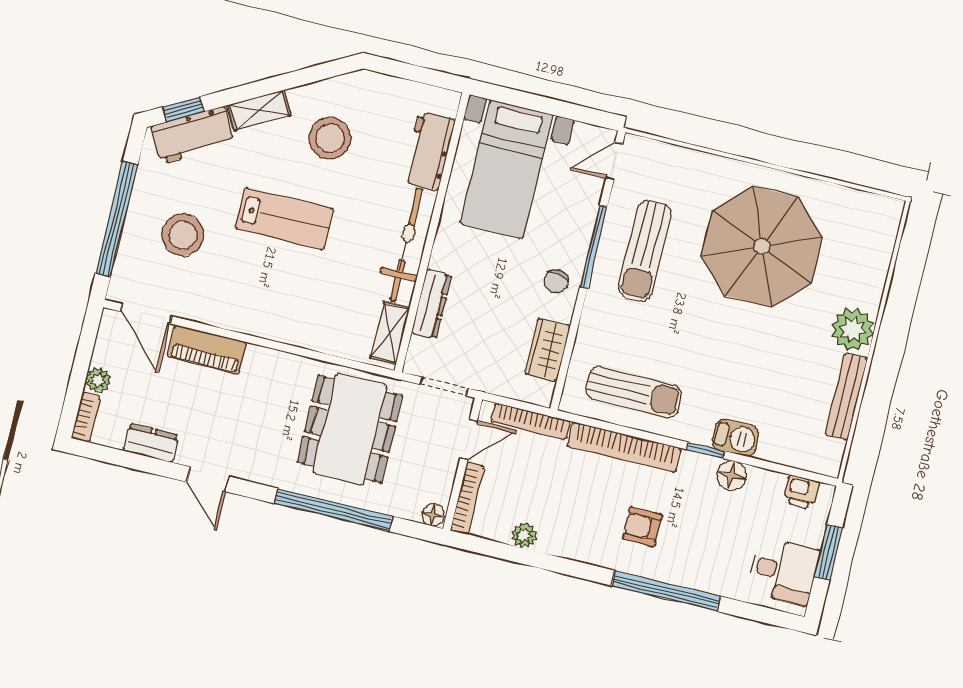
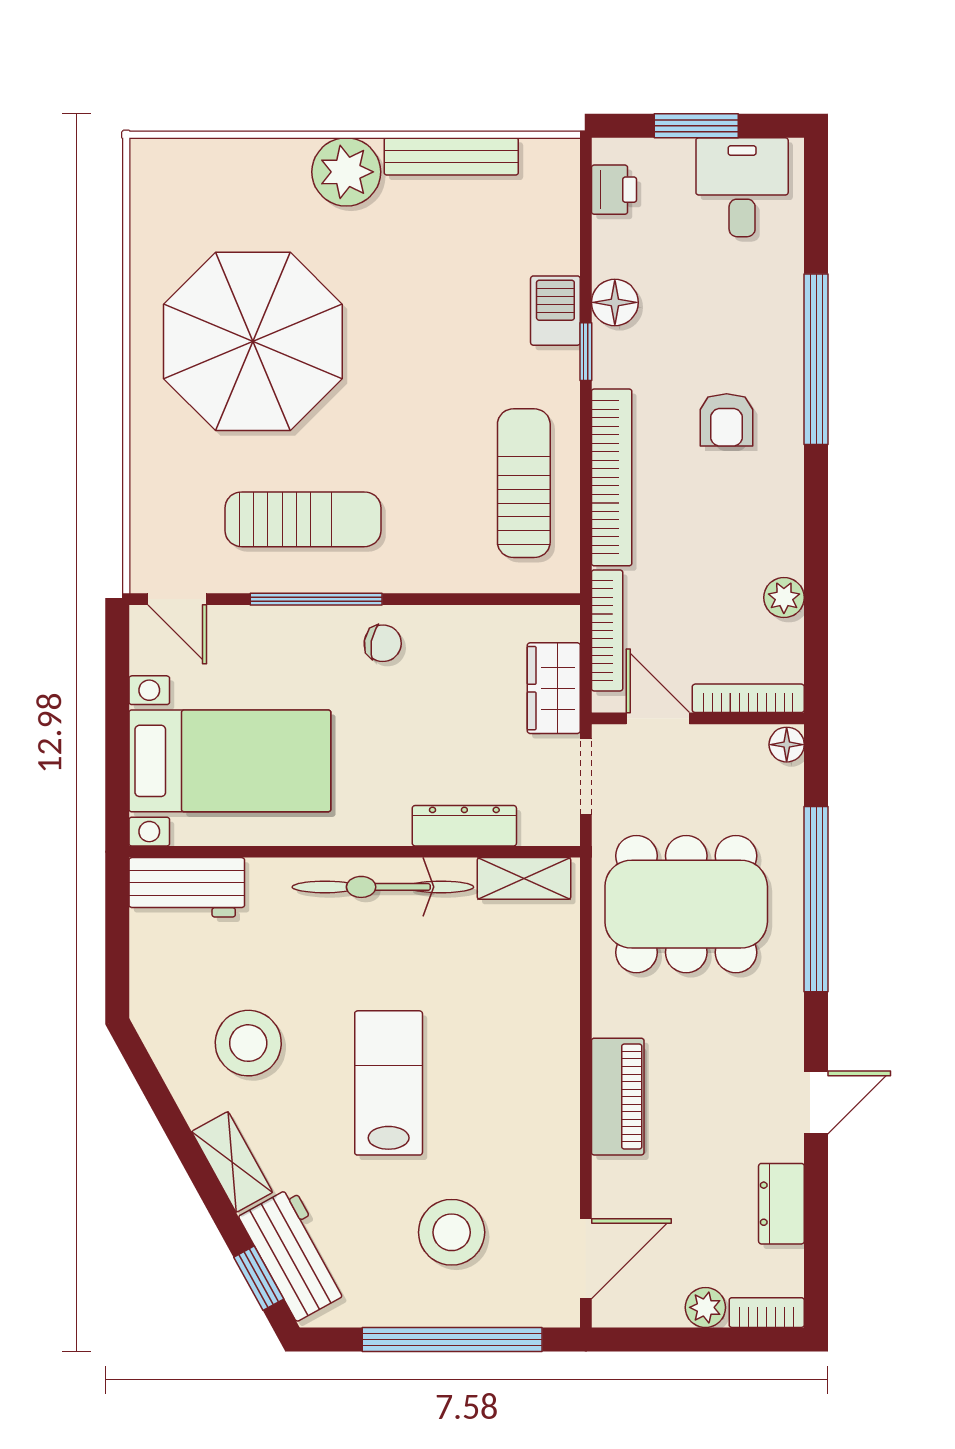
workbench: (429, 151) -> (187, 887), moved
piano: (207, 349) -> (618, 1097), moved
wardrobe: (547, 350) -> (554, 688), moved, turned 90

